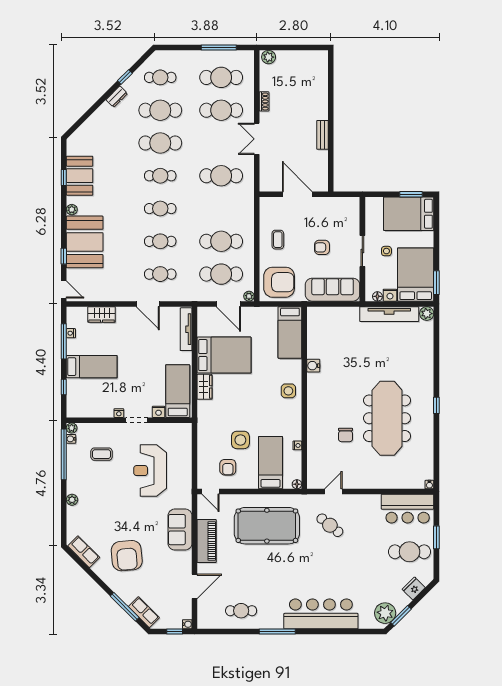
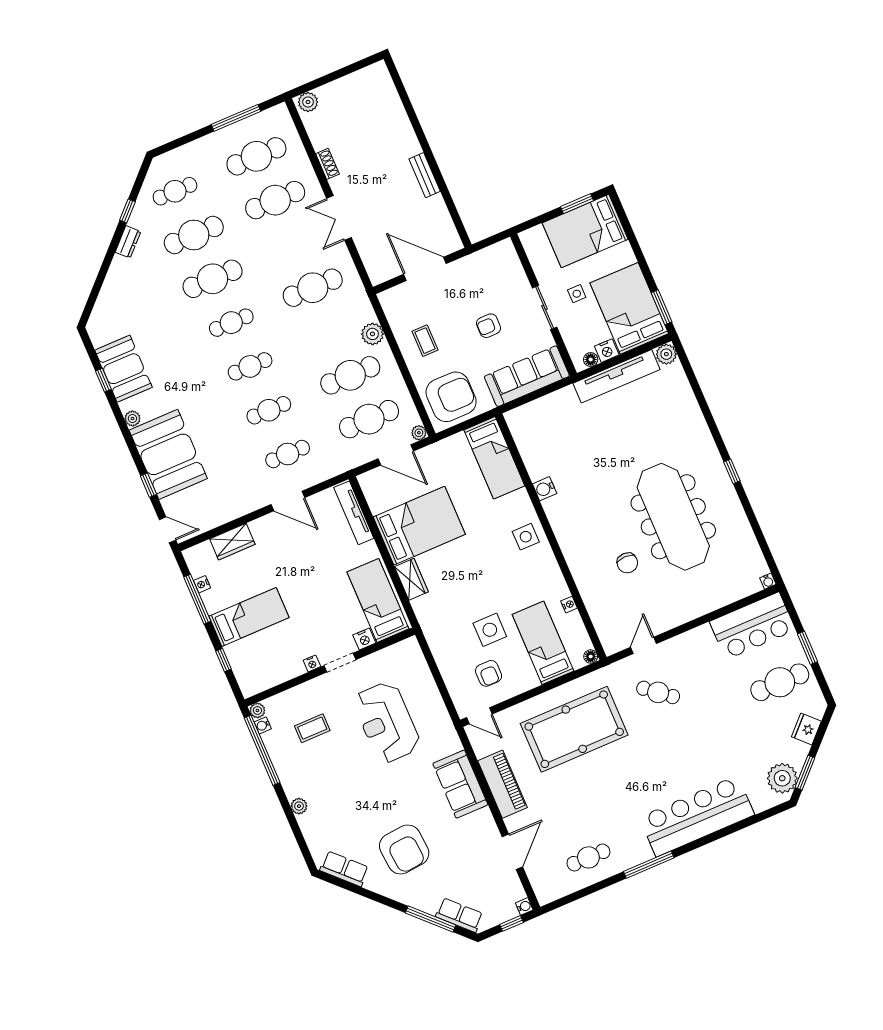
plant: (246, 221) -> (372, 334), added

